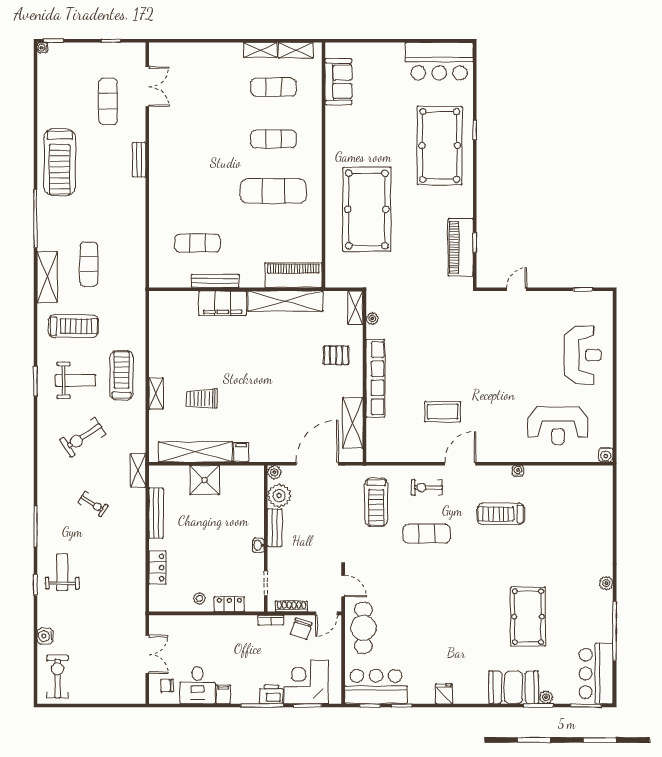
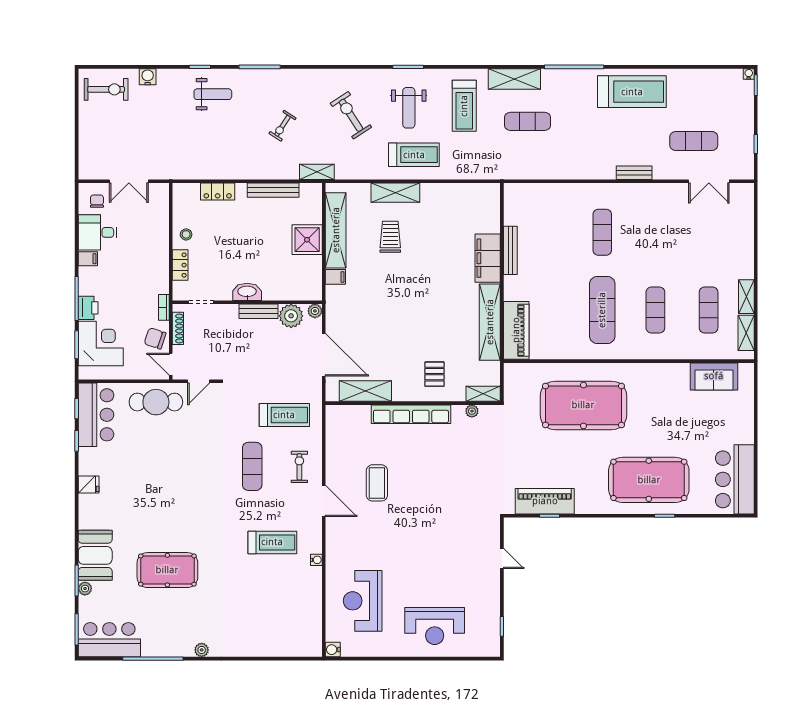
treadmill: (60, 162) -> (632, 92), turned 180
exercise mat: (197, 243) -> (602, 232), moved
shelving: (156, 393) -> (395, 193), width x1.50, depth x1.33
treadmill: (376, 502) -> (284, 415), turned 180
treadmill: (501, 514) -> (272, 542), turned 90
washbasin: (258, 545) -> (247, 292), width x1.91, depth x1.45

